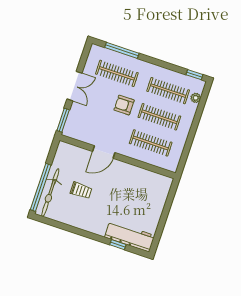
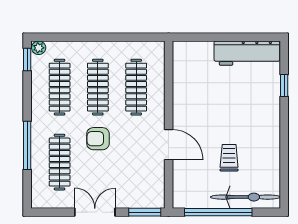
window: (122, 50) -> (27, 145), moved
plant: (196, 98) -> (39, 48), moved
armchair: (124, 105) -> (98, 139), turned 90
window: (41, 187) -> (218, 212), moved
workbench: (130, 236) -> (247, 53), moved, turned -90

